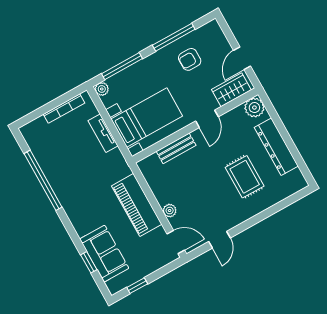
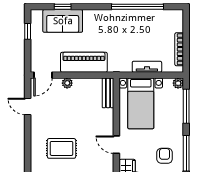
bench: (176, 148) -> (108, 93), moved

